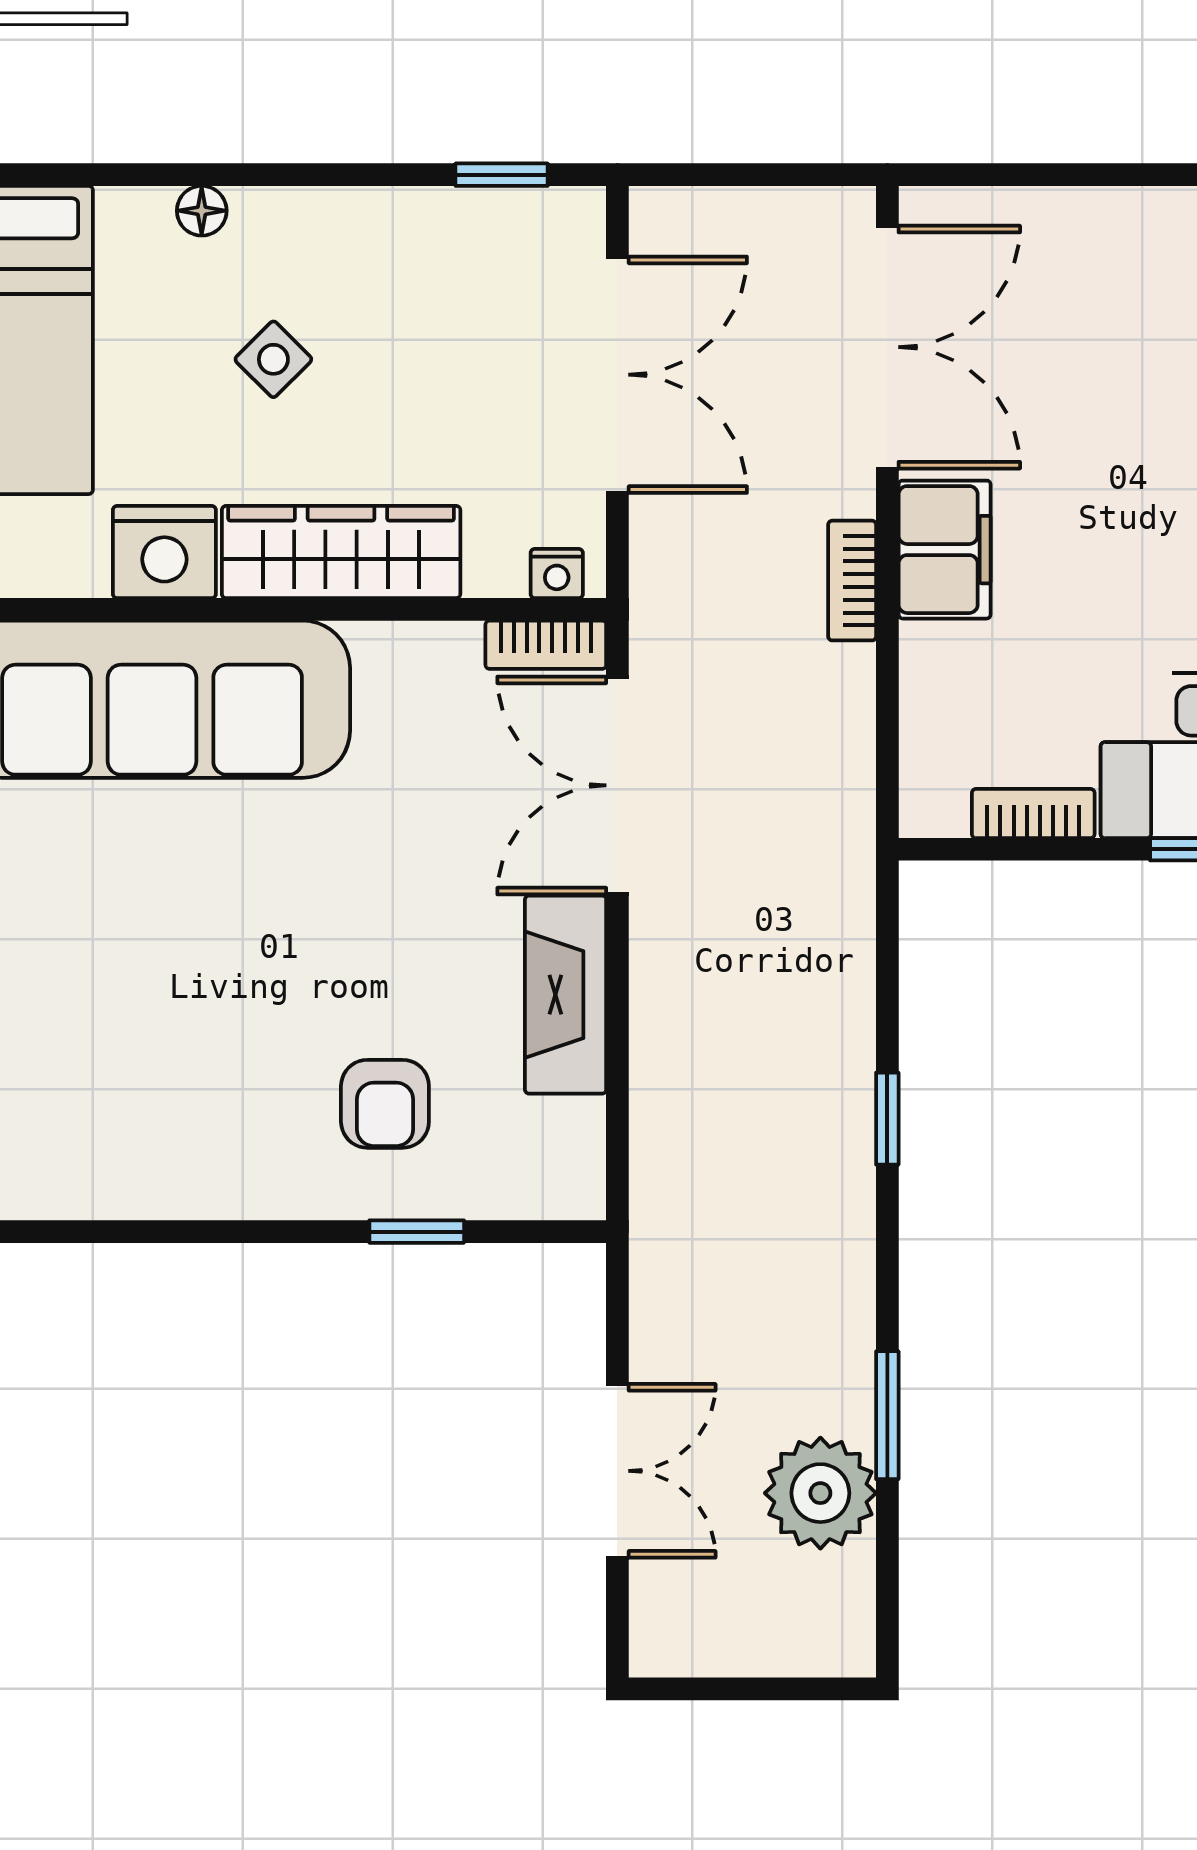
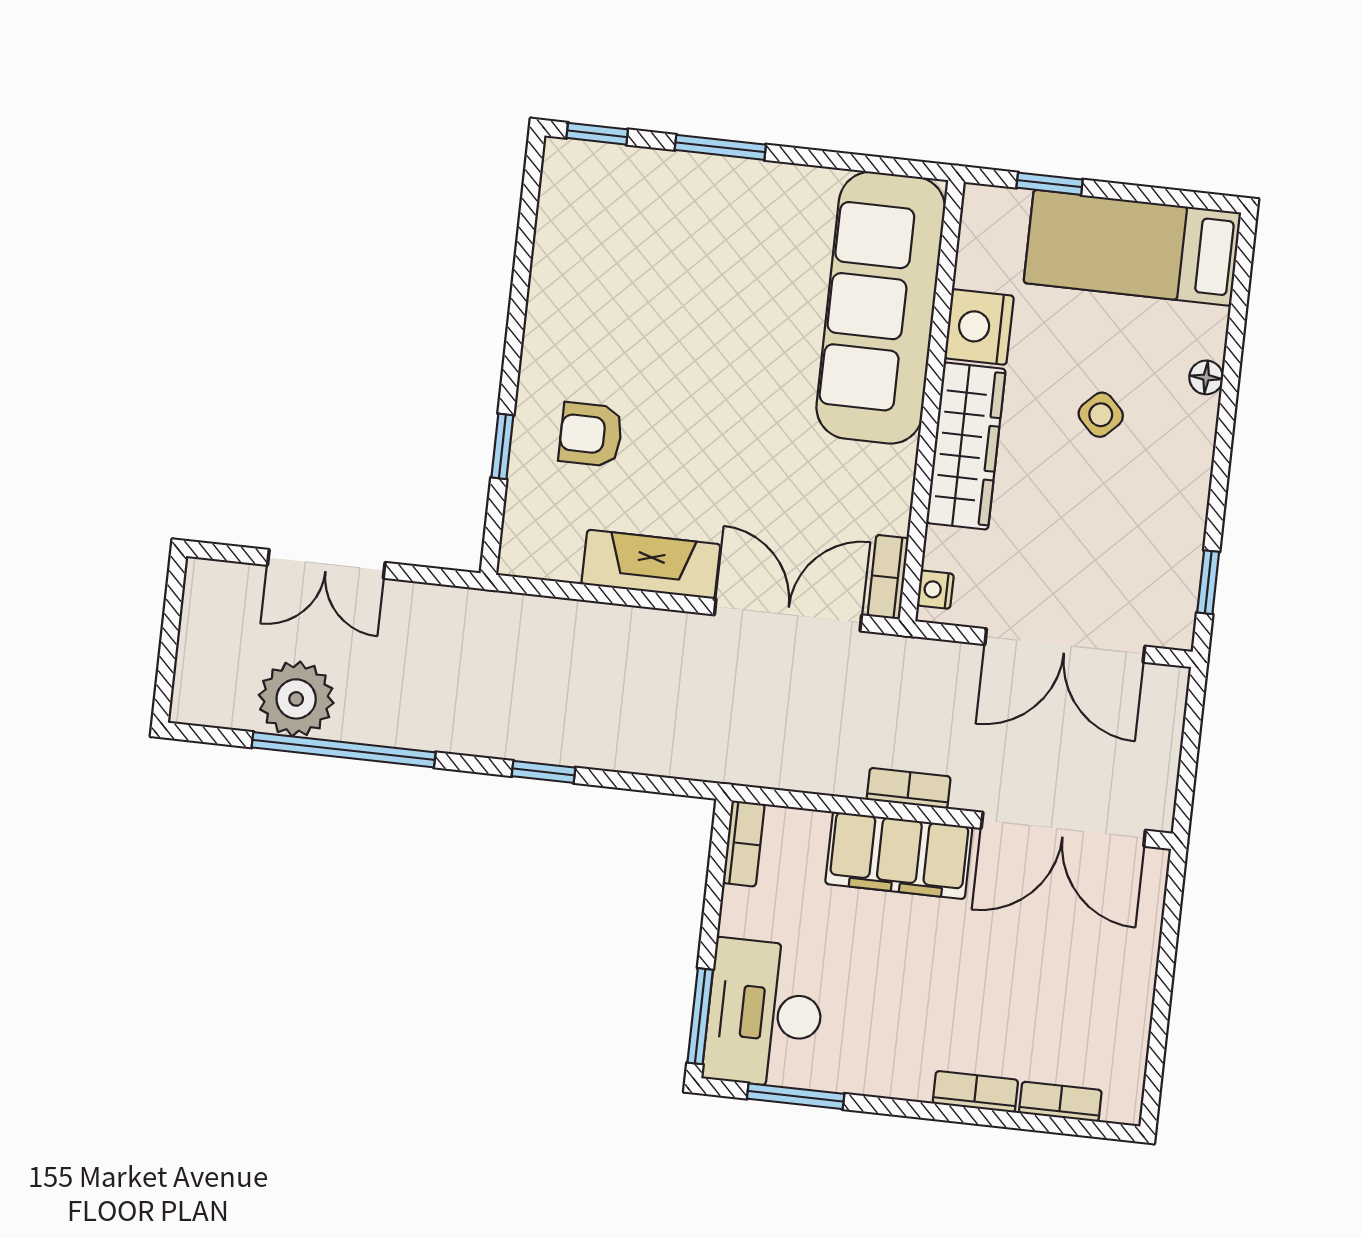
filing cabinet: (945, 550) -> (899, 855), width x1.50, depth x1.17
bookcase: (1033, 813) -> (744, 844), moved
window: (887, 1415) -> (344, 750), width x2.11

